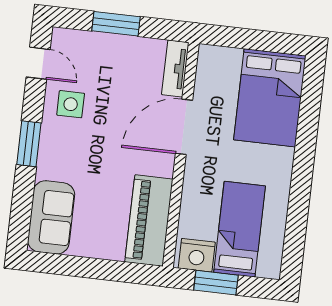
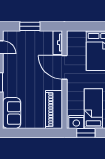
side table: (71, 104) -> (14, 63), removed
door: (184, 127) -> (64, 67), hinge flipped

